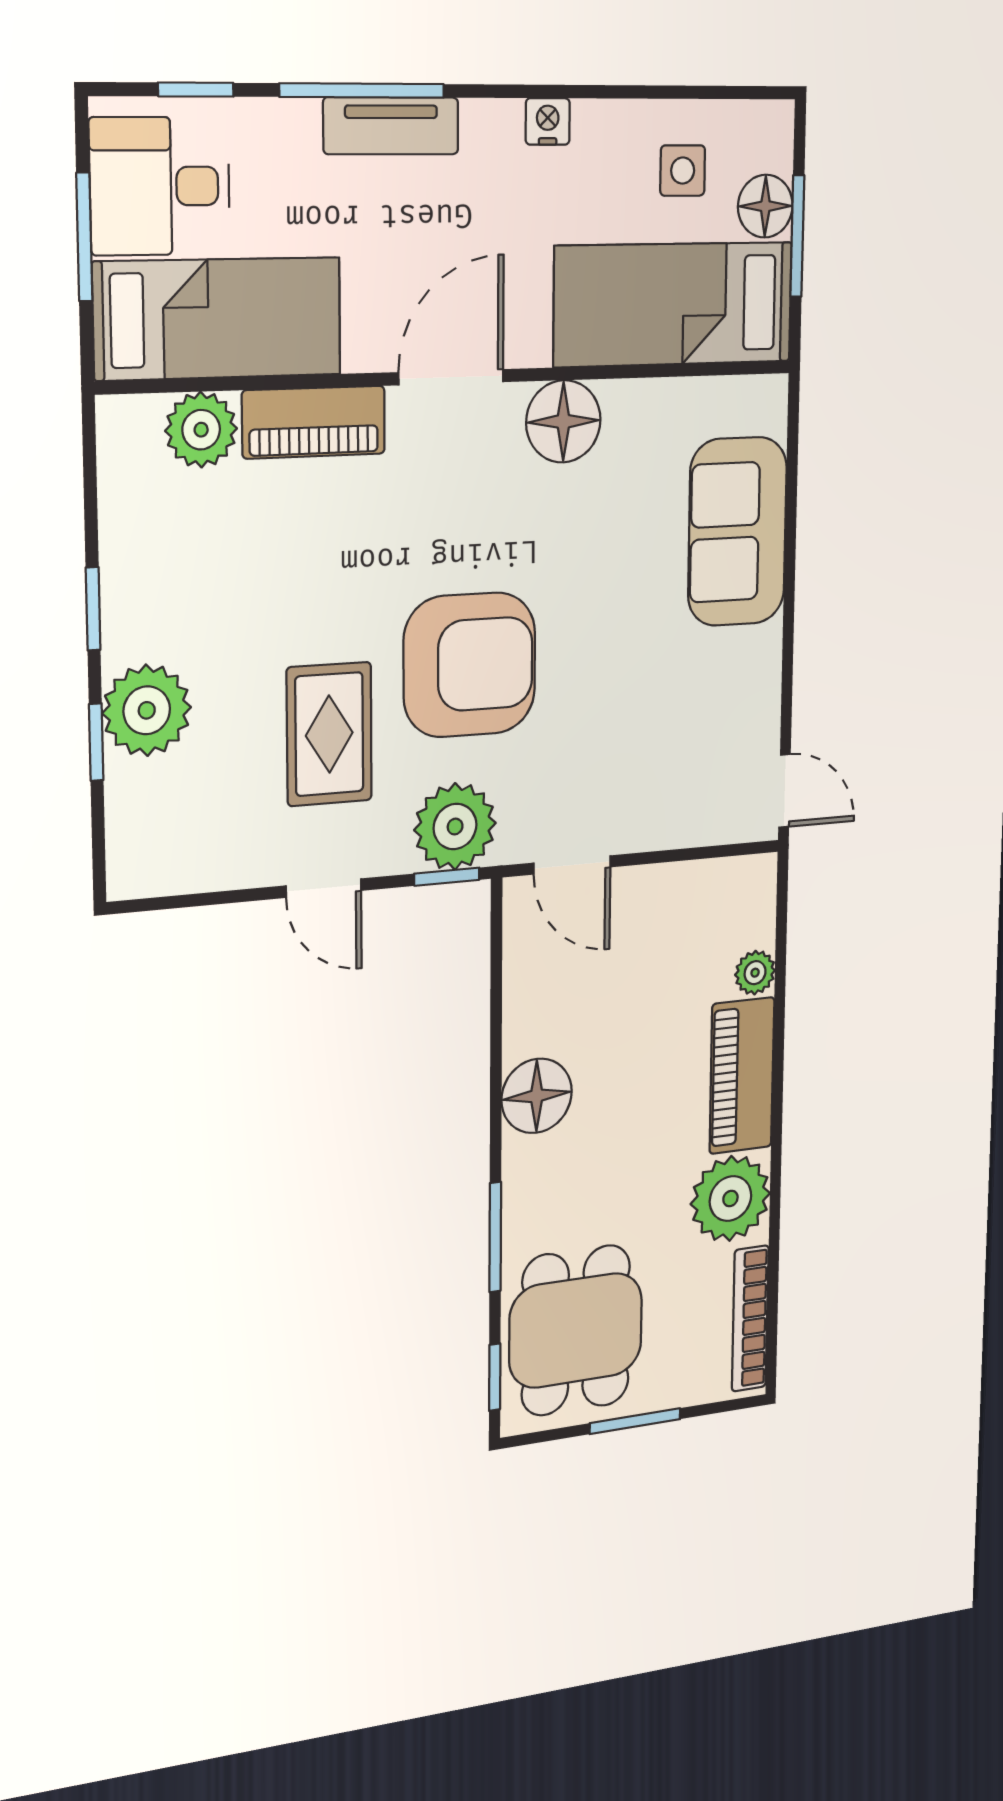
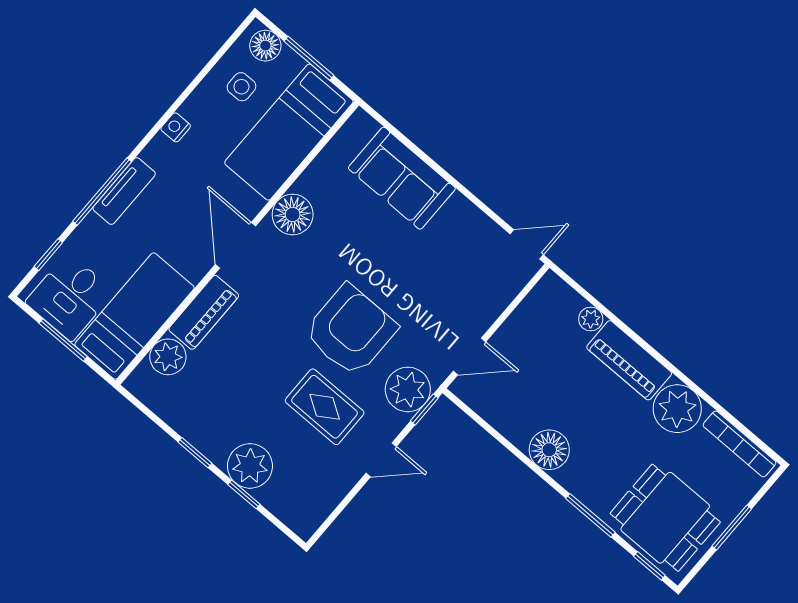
floor lamp: (765, 206) -> (265, 46), moved

